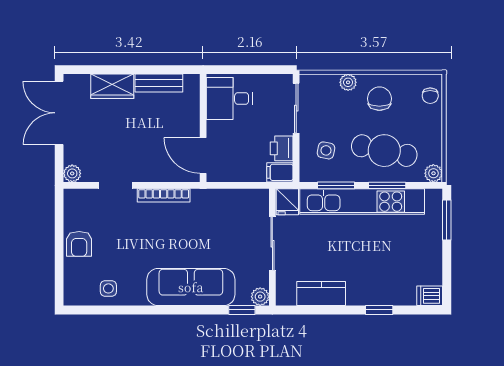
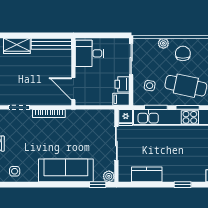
bench: (159, 83) -> (51, 44), width x1.36

